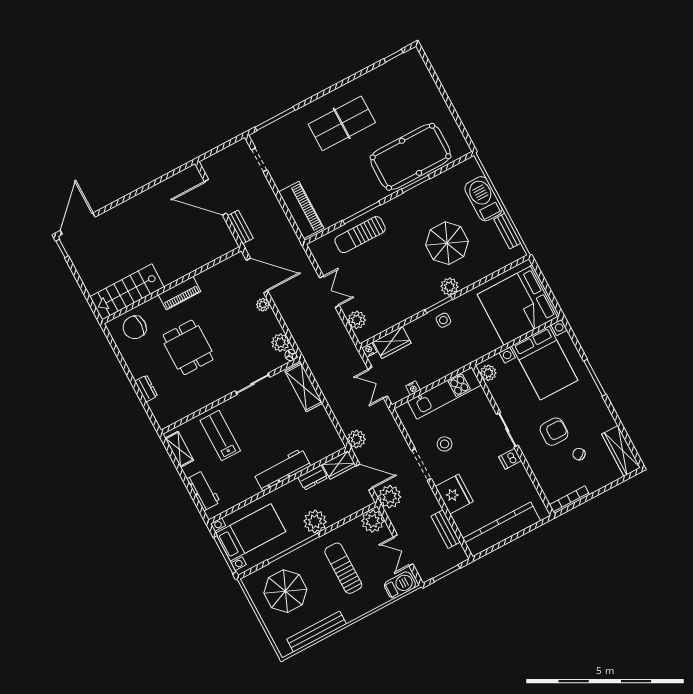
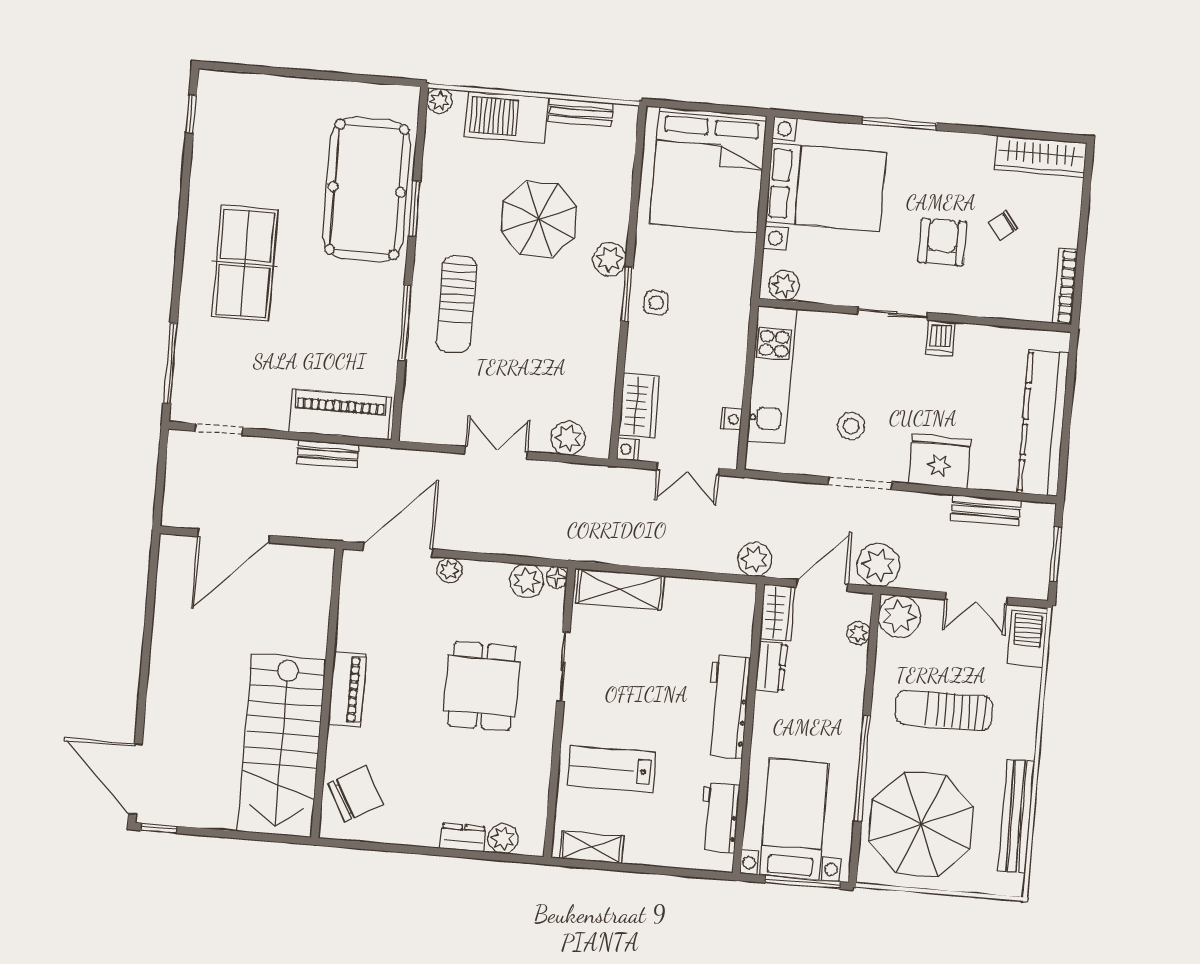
plant: (471, 164) -> (439, 101), added
bench: (240, 227) -> (328, 454), moved
sun lounger: (360, 235) -> (456, 304), moved
stairs: (127, 292) -> (282, 745), width x1.36, depth x1.51
chair: (135, 327) -> (356, 794), turned -119
dining table: (188, 347) -> (482, 686), moved, turned 90
plant: (157, 407) -> (503, 839), added
workbench: (204, 491) -> (720, 818), moved, turned -90
plant: (315, 522) -> (858, 633), moved, width x0.53, depth x0.53
parasol: (285, 591) -> (921, 824), width x1.36, depth x1.36

